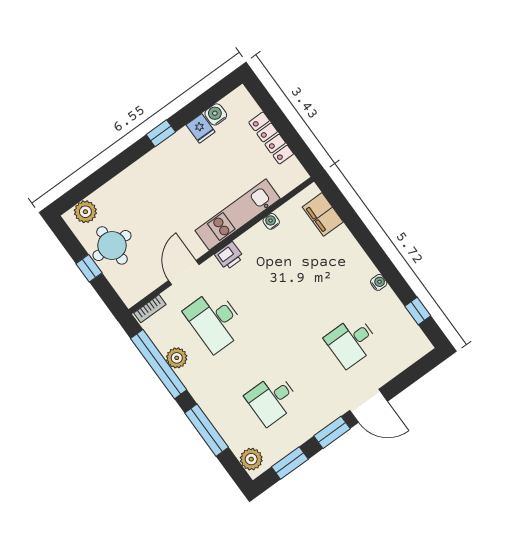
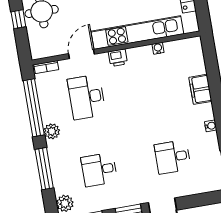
filing cabinet: (323, 214) -> (200, 89), moved
kitchen unit: (238, 215) -> (137, 32), width x1.36
plant: (177, 358) -> (52, 131), moved

